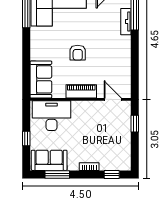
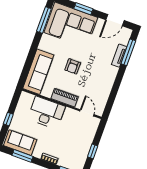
sofa: (41, 79) -> (38, 72), width x1.36
desk: (52, 116) -> (46, 113), moved
window: (135, 124) -> (93, 151), moved

